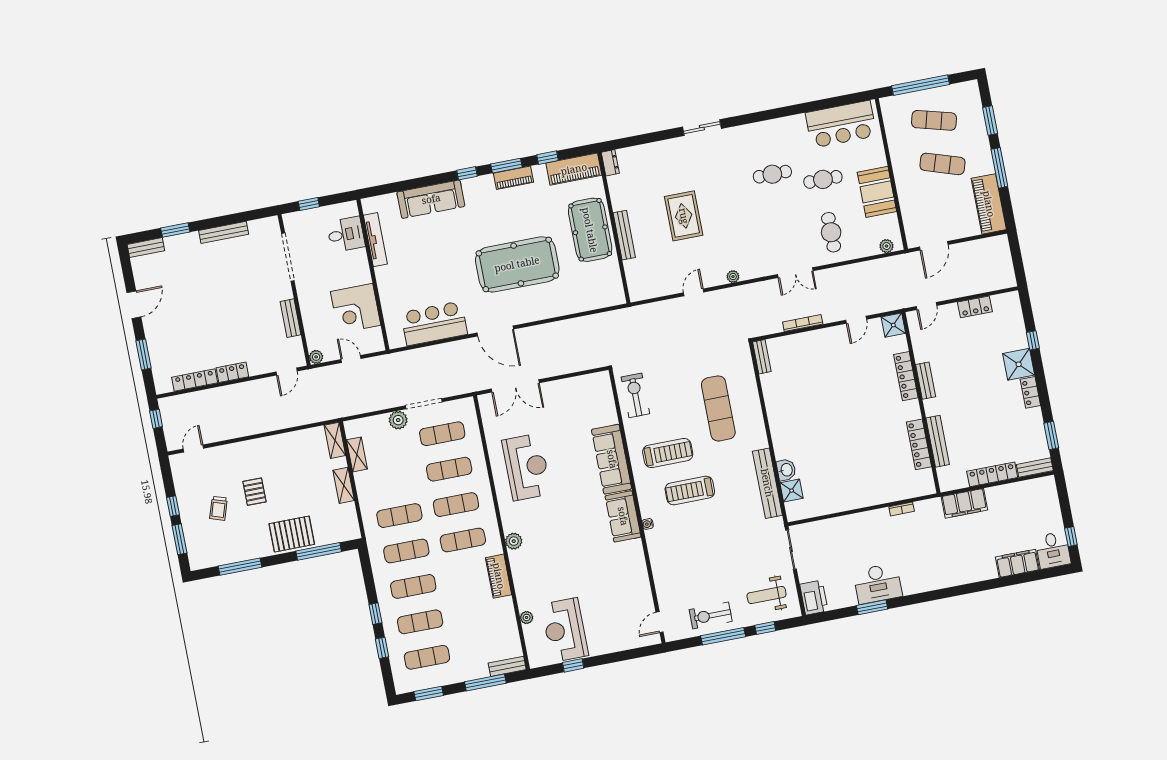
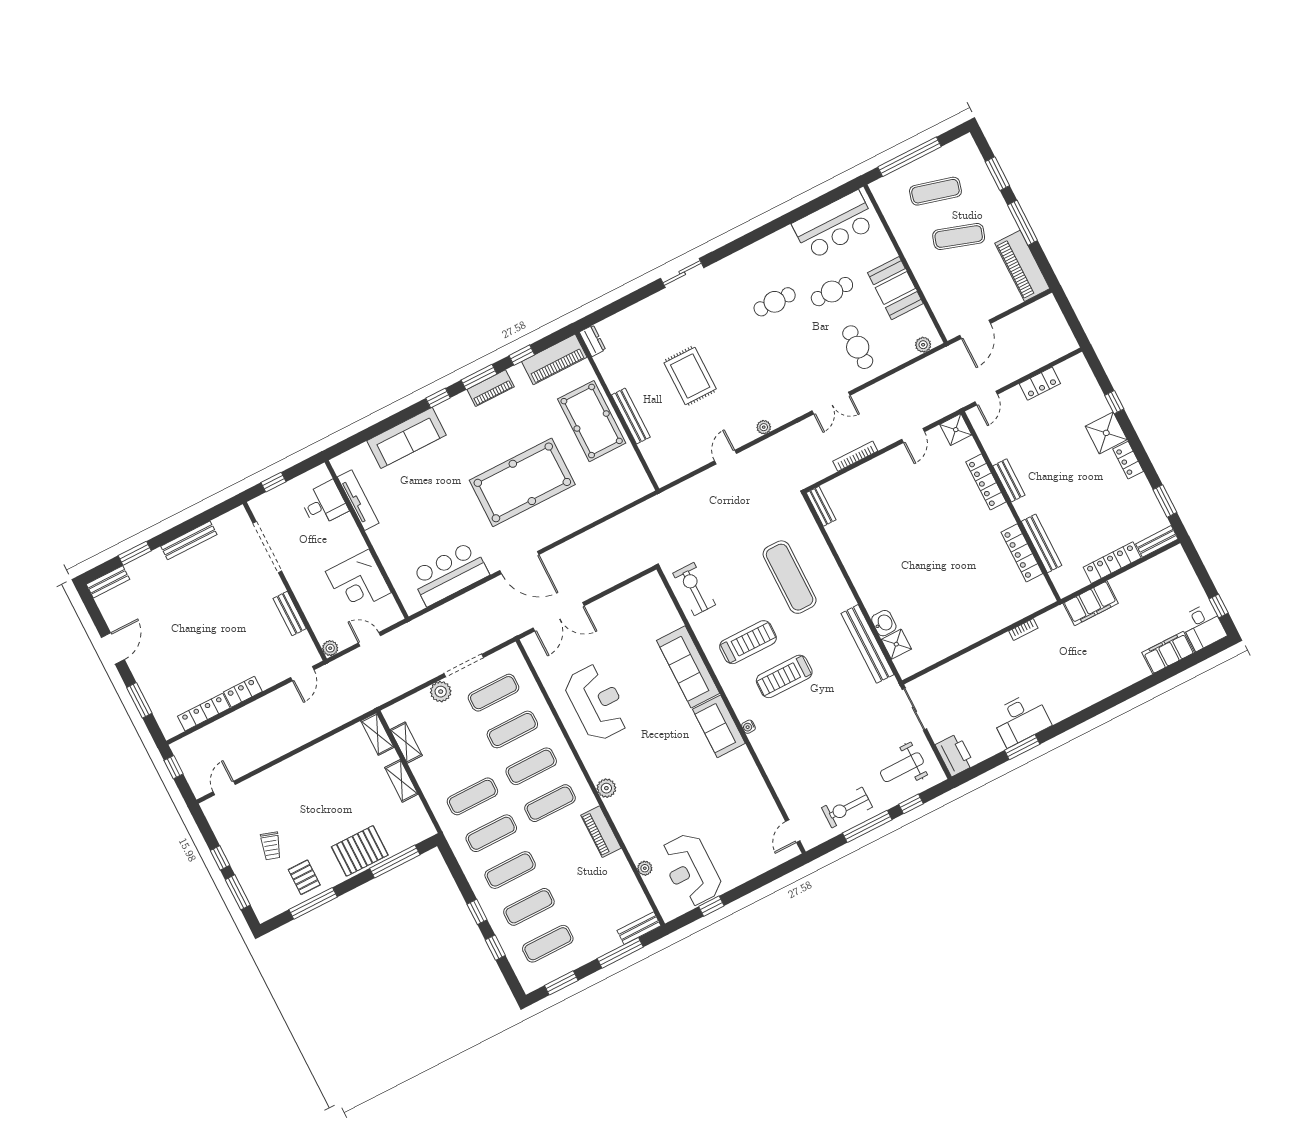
pallet: (254, 492) -> (304, 877), moved

